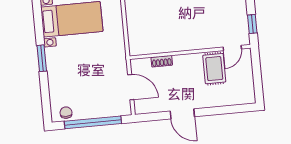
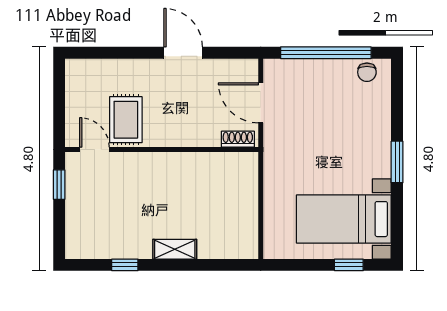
door: (232, 48) -> (94, 150), hinge flipped
shoe rack: (162, 61) -> (238, 139), moved

